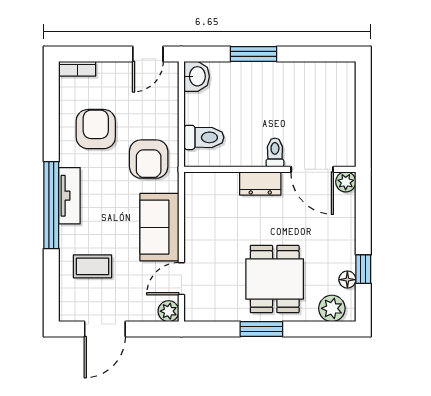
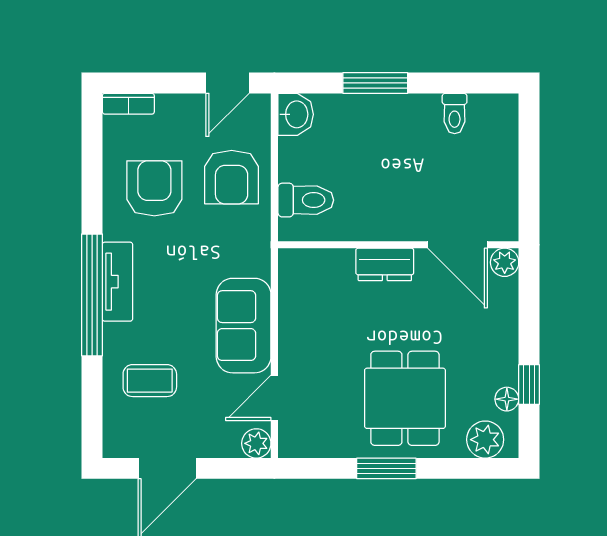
toilet: (275, 152) -> (455, 114), moved, turned 180
armchair: (149, 159) -> (232, 177), moved

